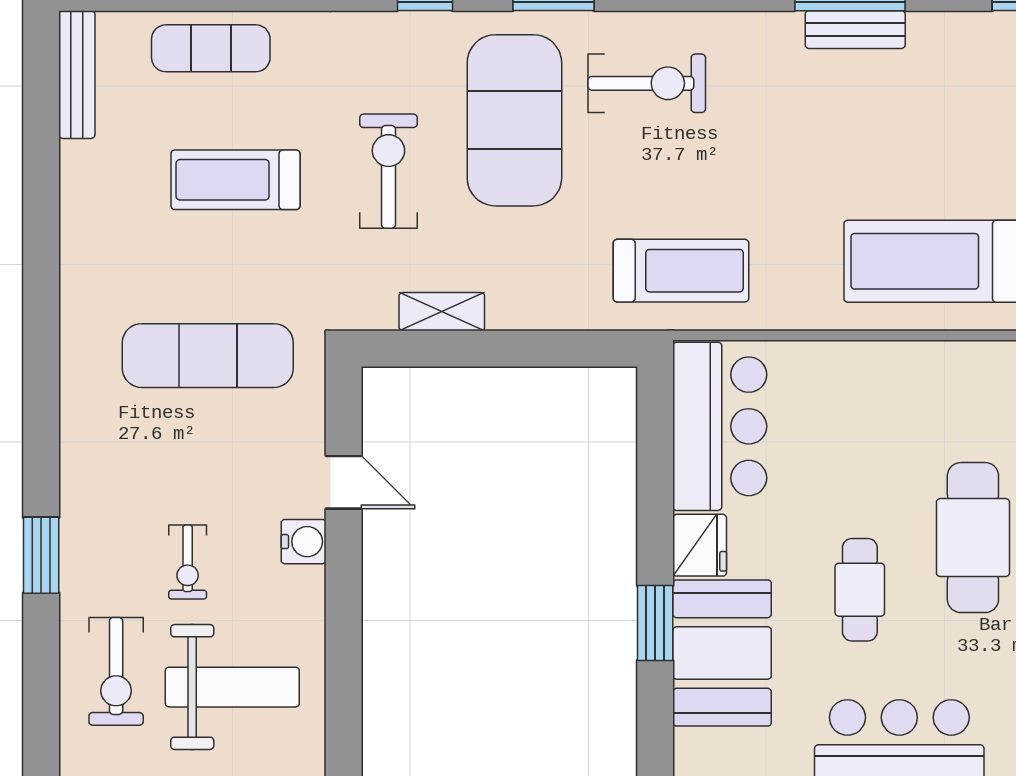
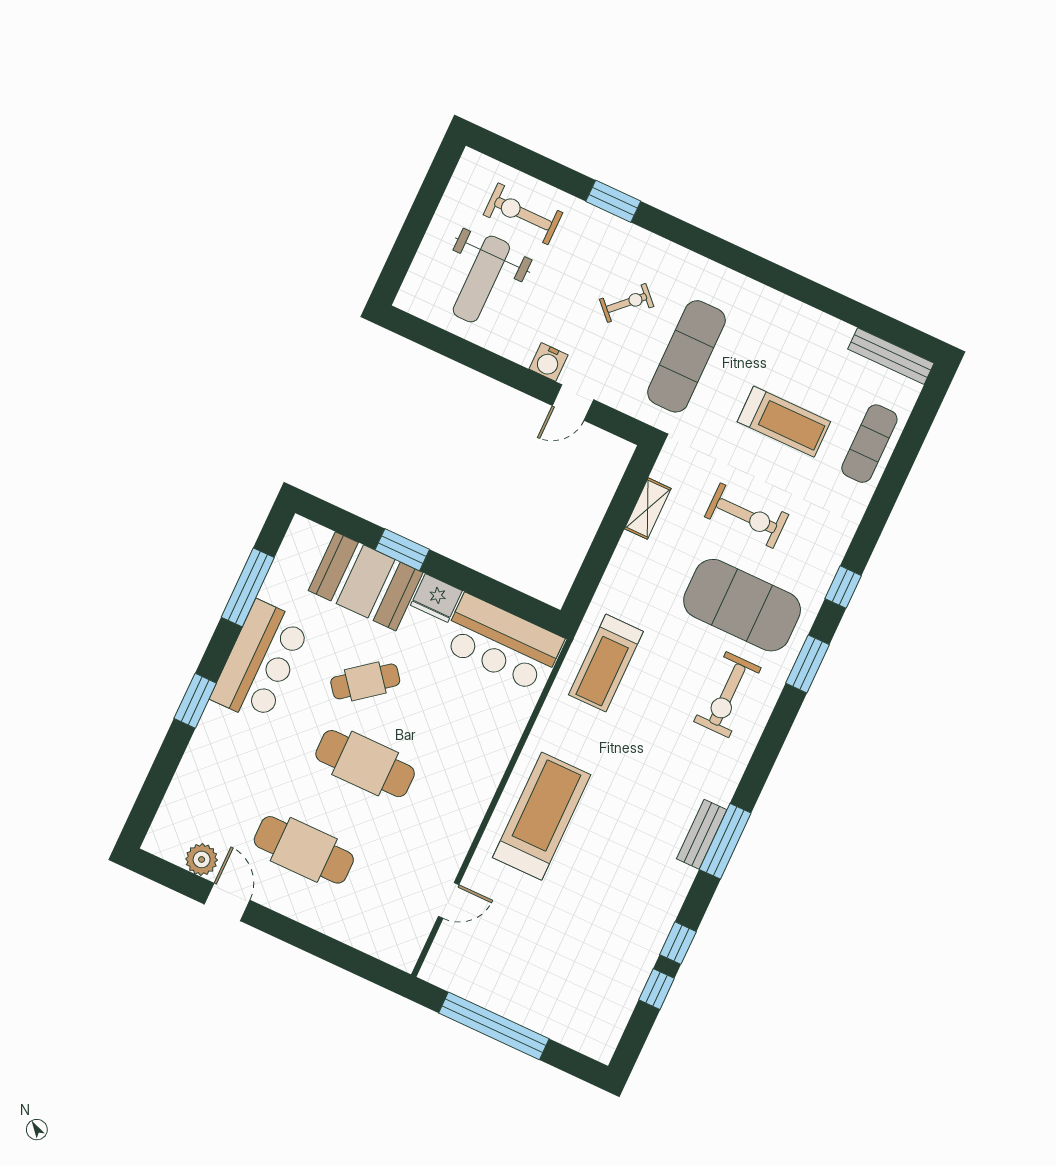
treadmill: (235, 180) -> (784, 422), turned 90
exercise bike: (188, 562) -> (627, 303), moved, turned 136
cafe table: (860, 590) -> (365, 681), turned -38

